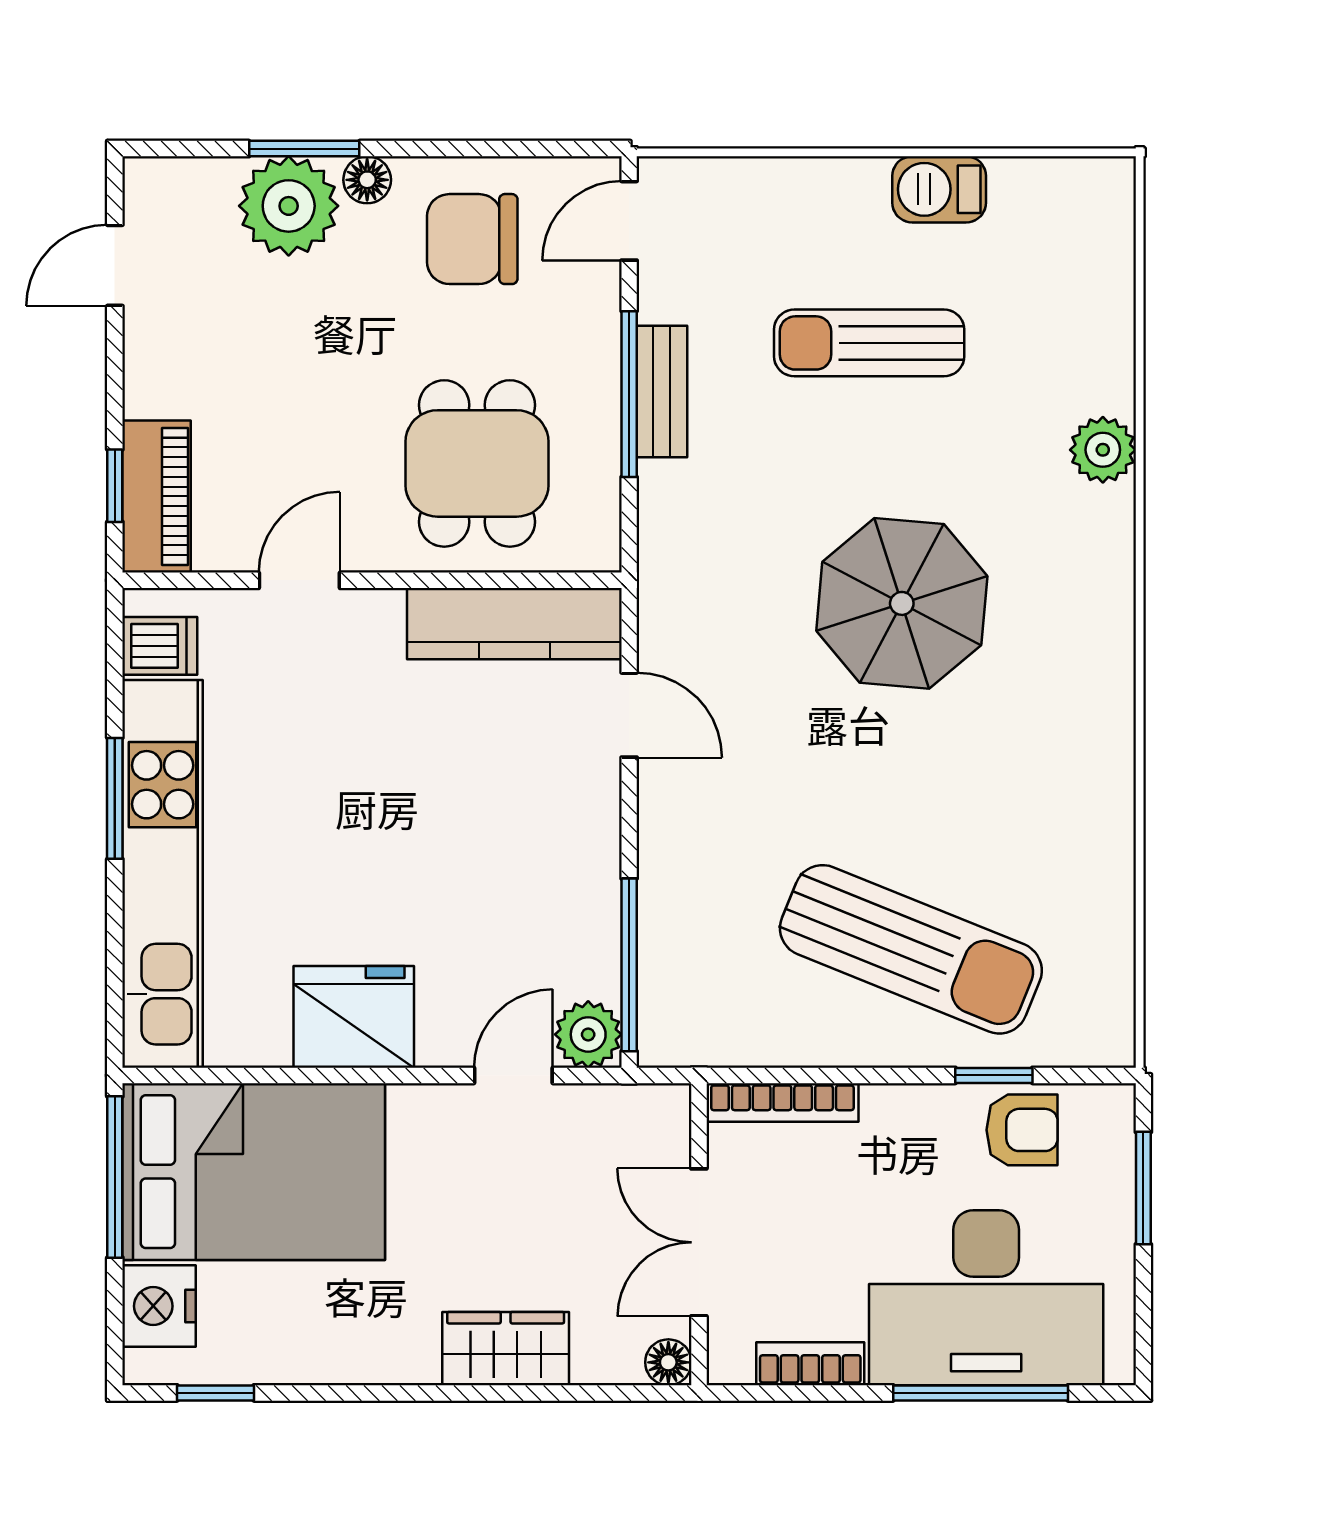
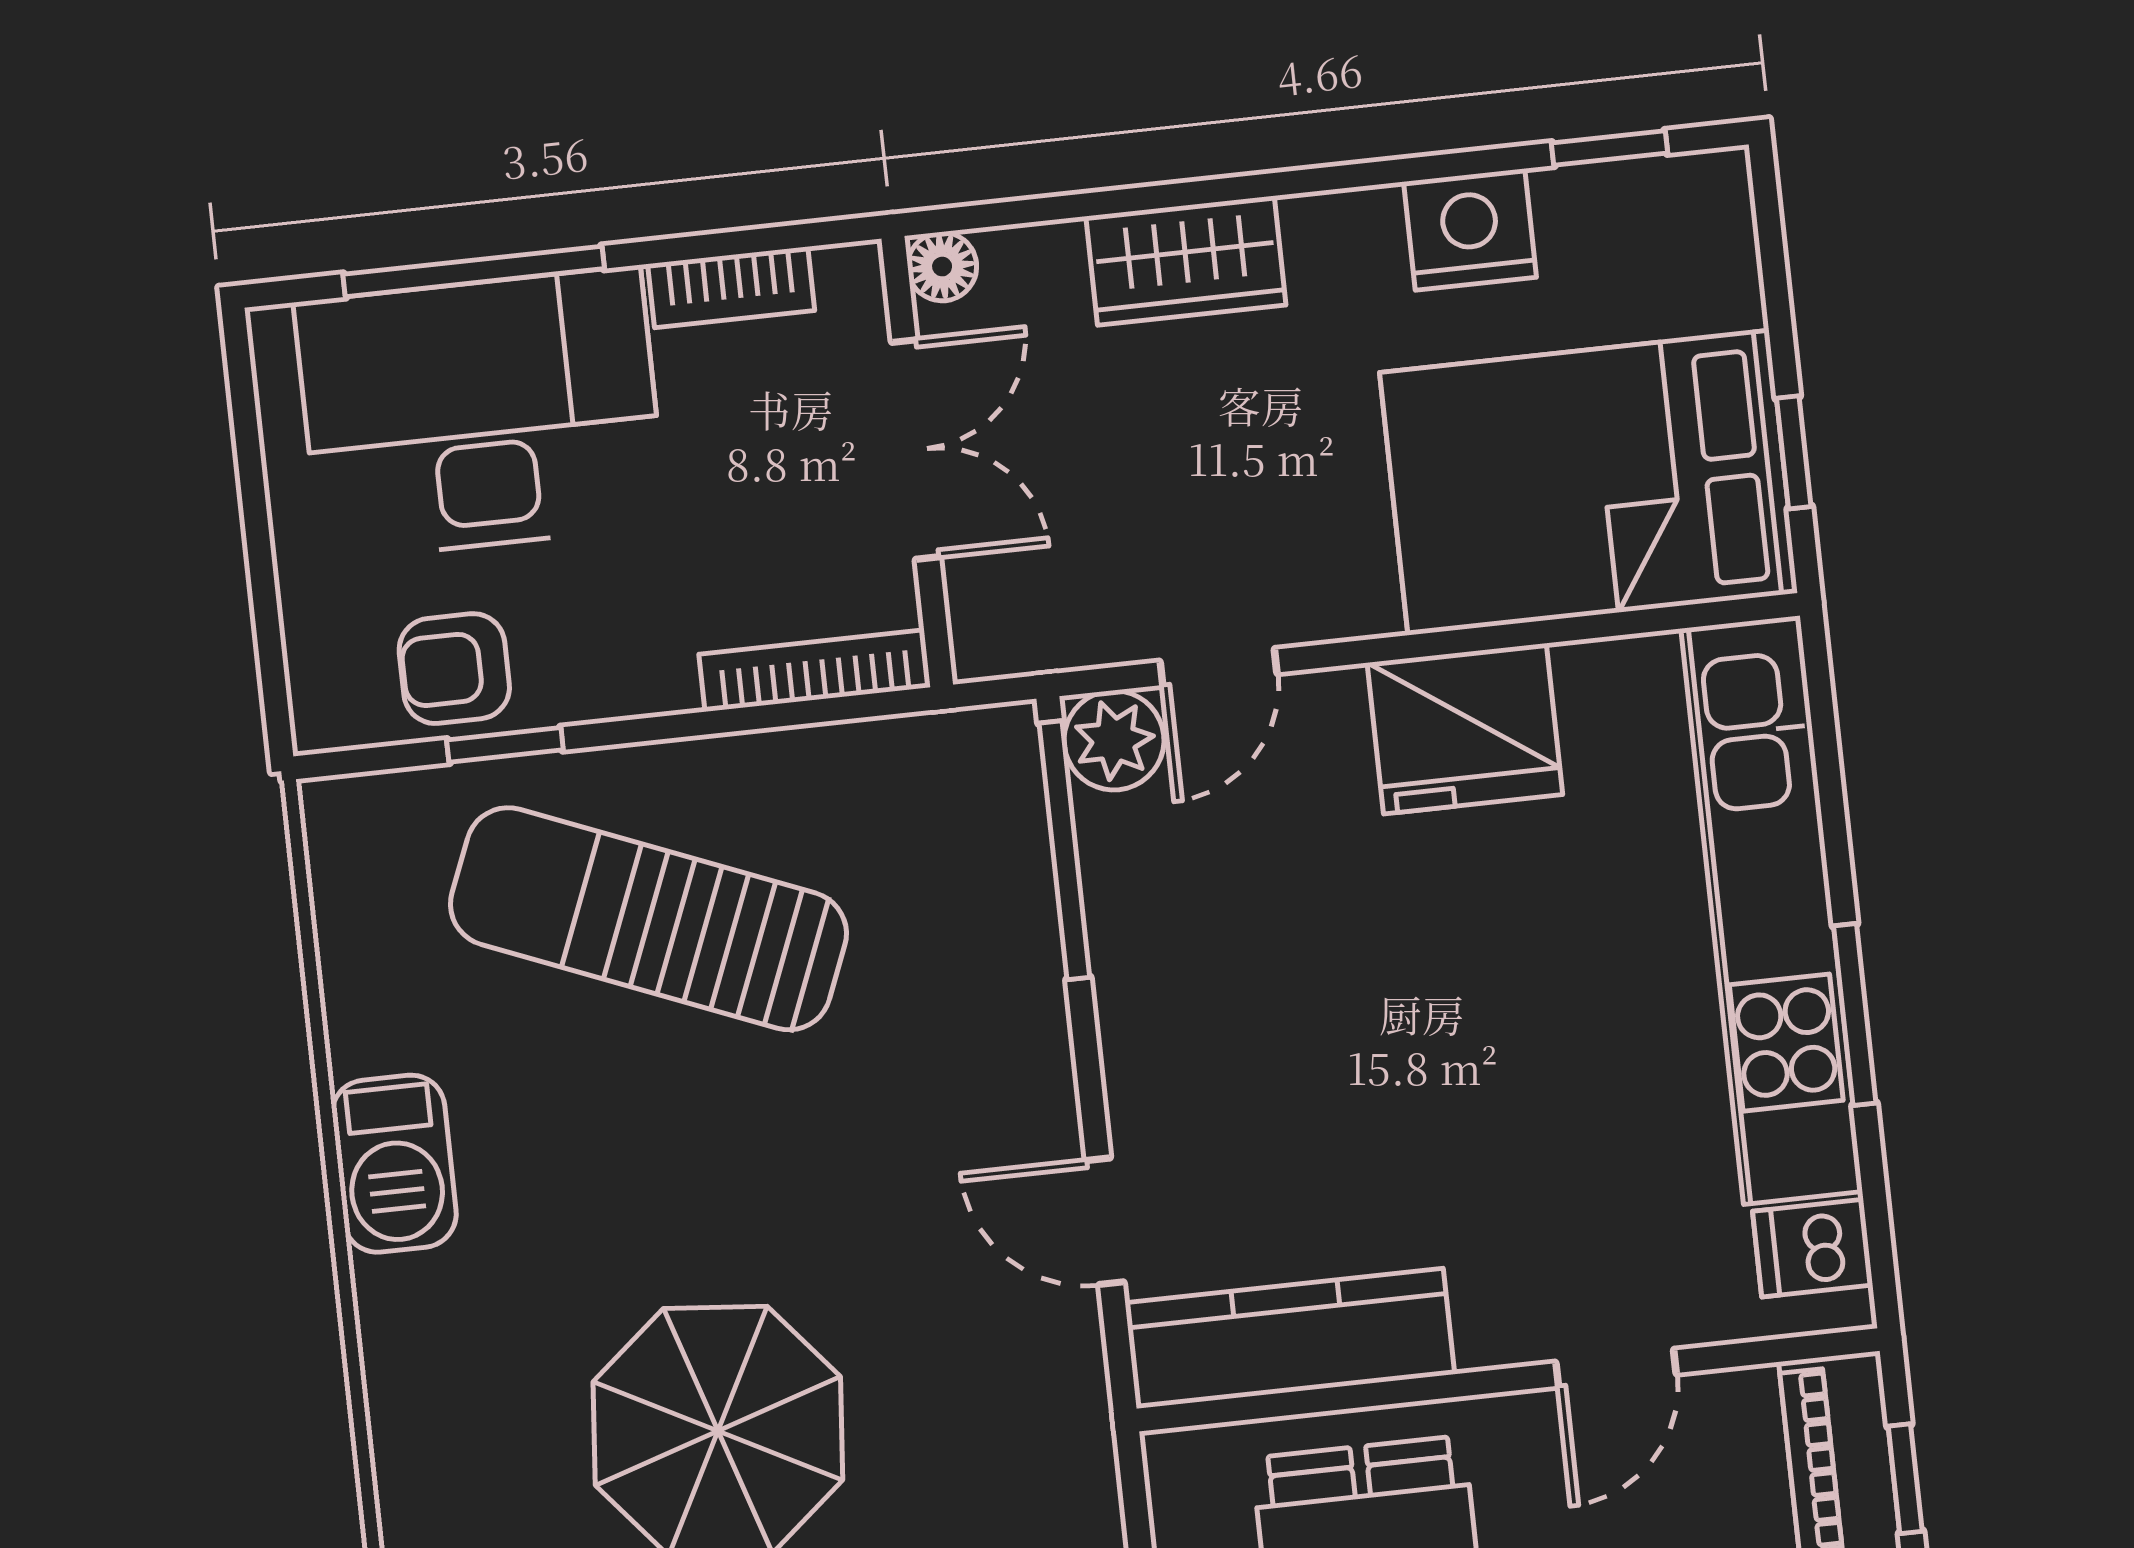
barbecue: (1098, 805) -> (394, 1164), added
window: (115, 1177) -> (1794, 452), width x0.46
window: (1143, 1188) -> (265, 602), removed
nightstand: (159, 1306) -> (1470, 230), moved, turned -90

